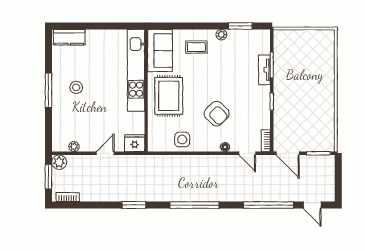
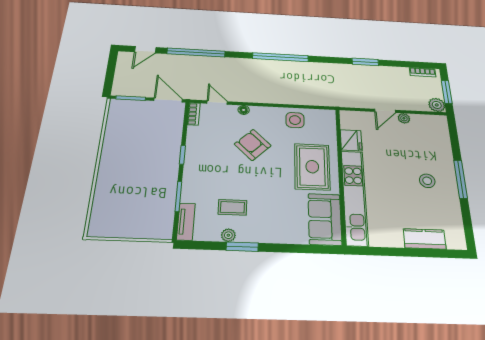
window: (240, 26) -> (242, 247), moved
plant: (221, 35) -> (228, 235), moved
kitchen counter: (69, 37) -> (425, 239), moved
coffee table: (196, 47) -> (232, 207), moved
tv unit: (264, 70) -> (186, 222), moved
fridge: (135, 143) -> (351, 140), moved, turned -90
plant: (74, 147) -> (404, 118), moved
window: (134, 205) -> (365, 62), moved
door: (312, 205) -> (145, 50), swing flipped

